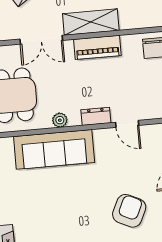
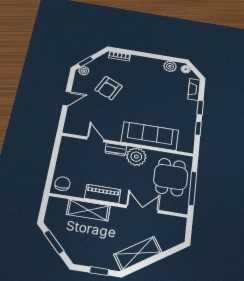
shelving: (91, 22) -> (88, 210), moved
plant: (60, 120) -> (136, 157), width x1.88, depth x1.88

